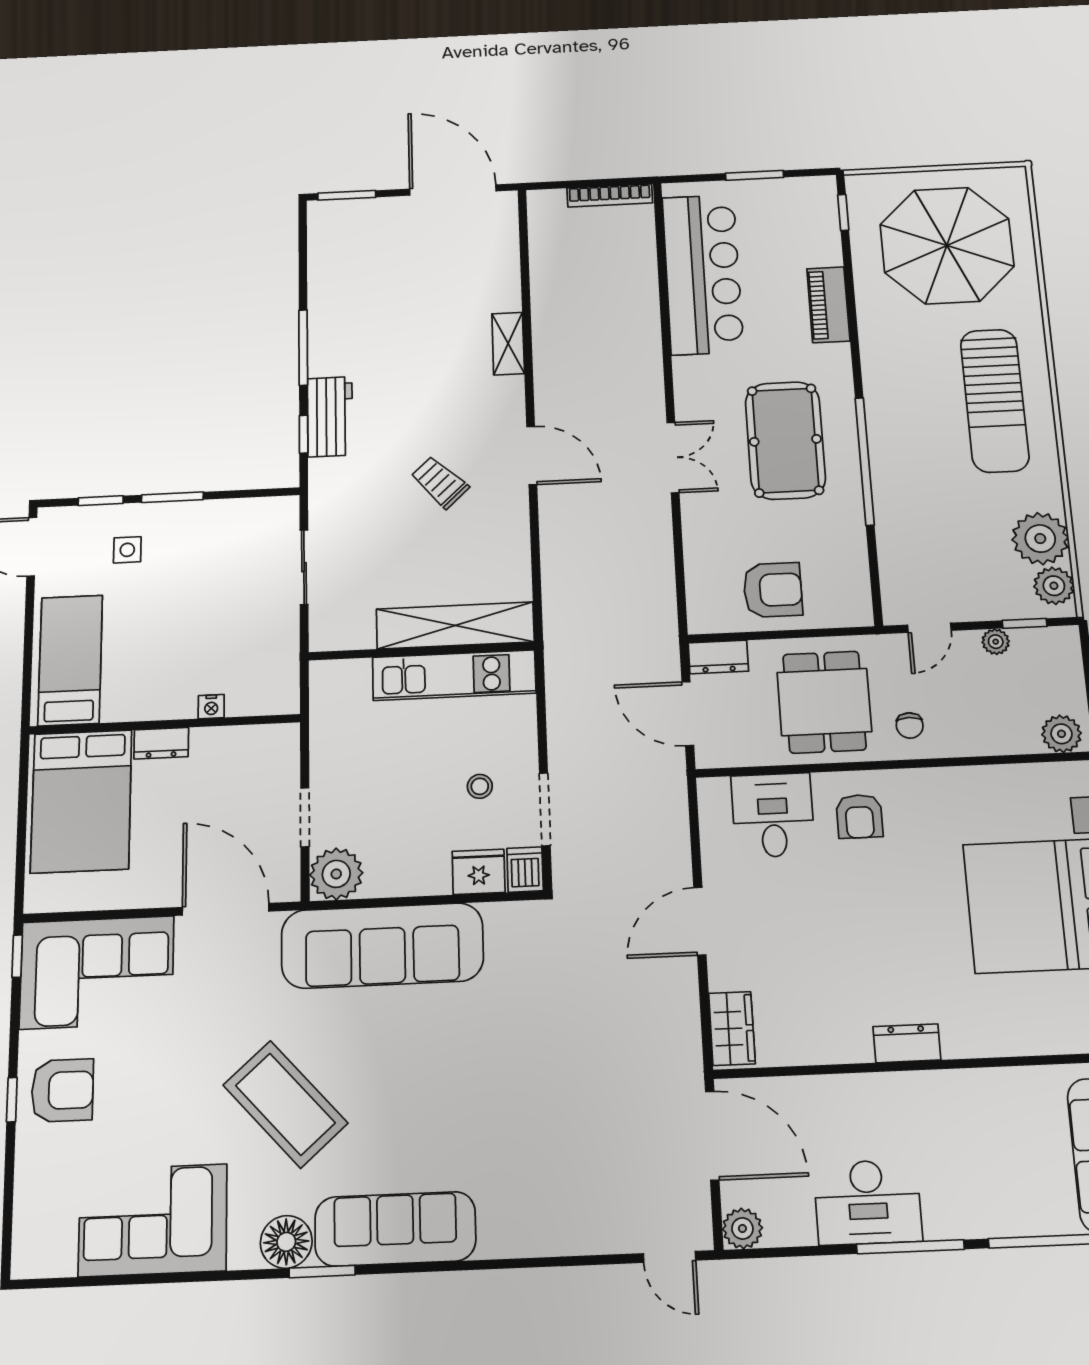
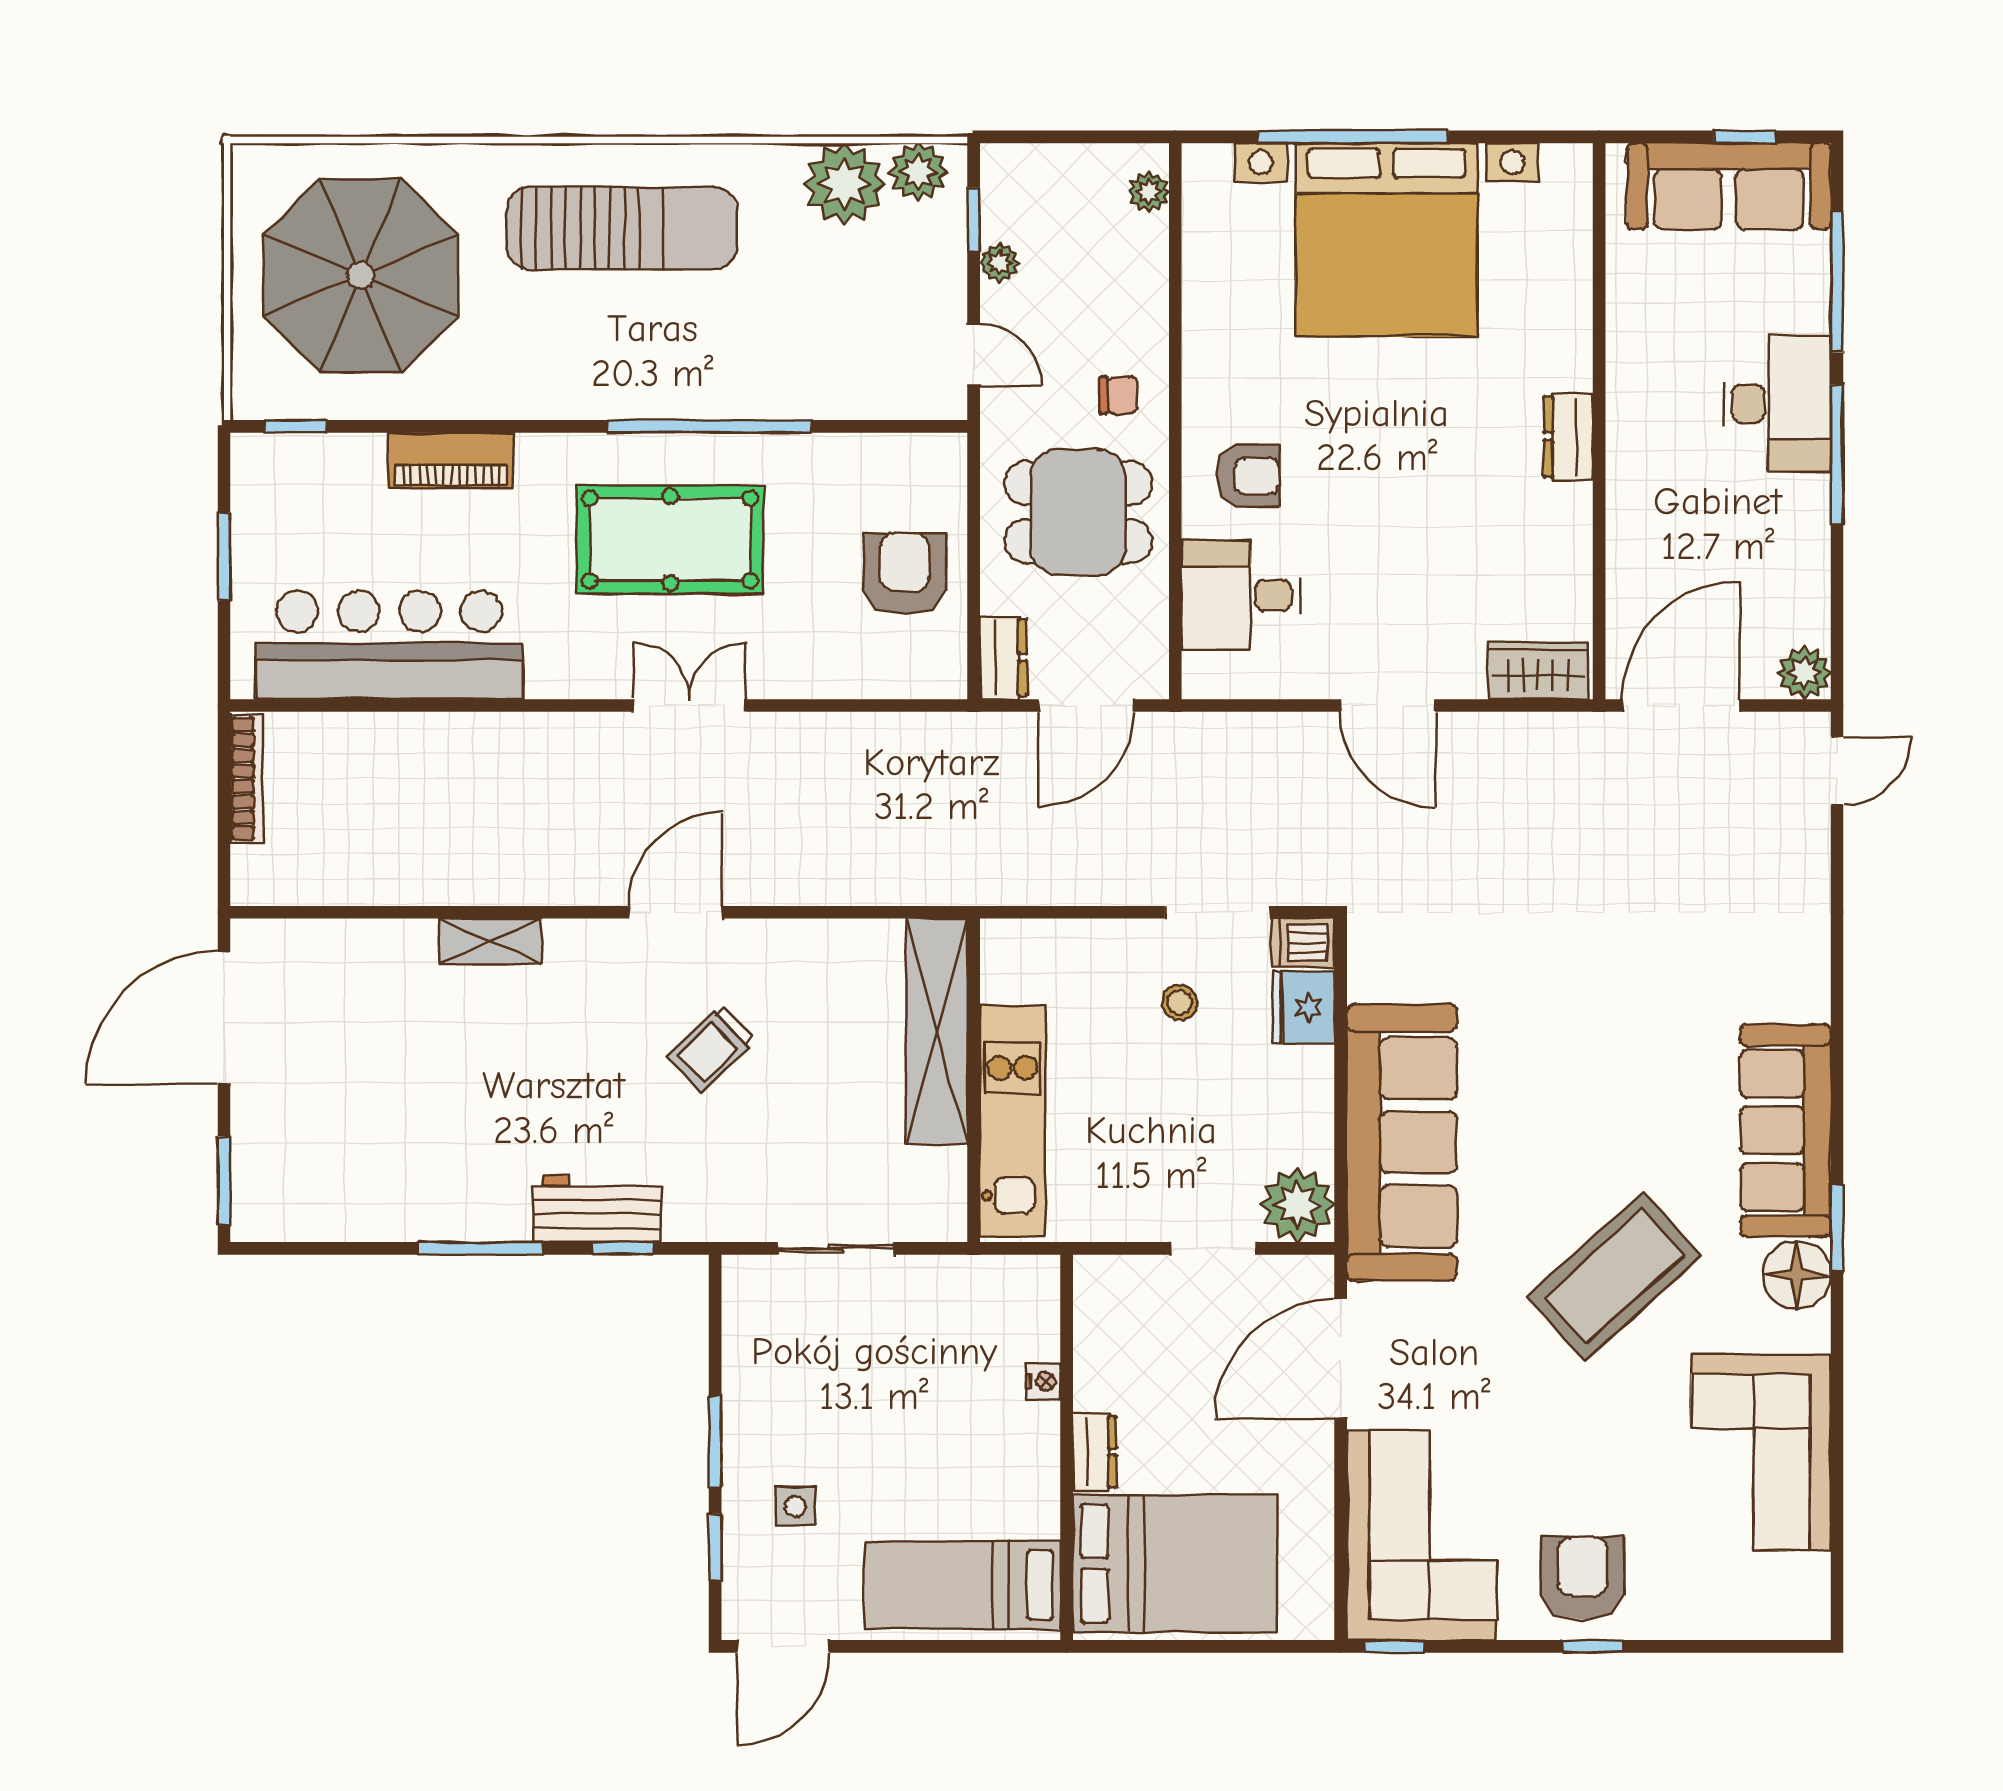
kitchen unit: (454, 675) -> (1013, 1121), moved
plant: (1062, 734) -> (1149, 192), width x0.73, depth x0.73
desk: (868, 1202) -> (1777, 404), moved

